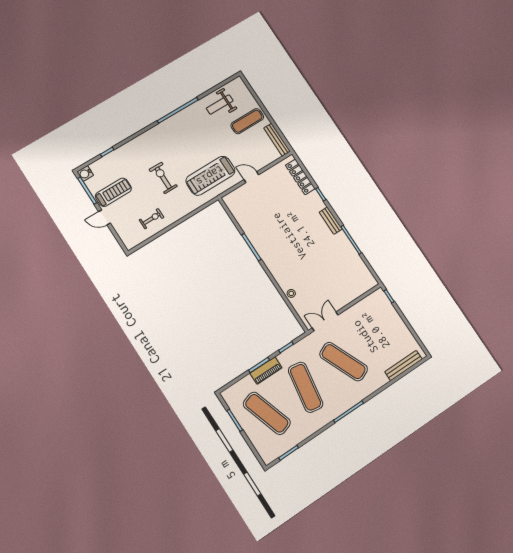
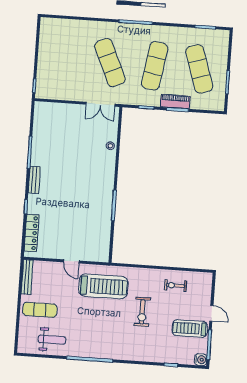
bench: (404, 365) -> (65, 24), removed

